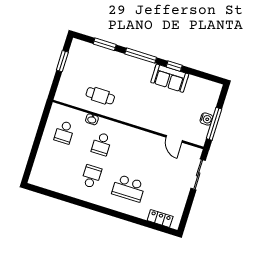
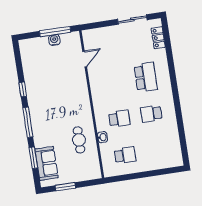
sofa: (170, 78) -> (47, 163), moved
sliding door: (198, 174) -> (132, 20), moved

